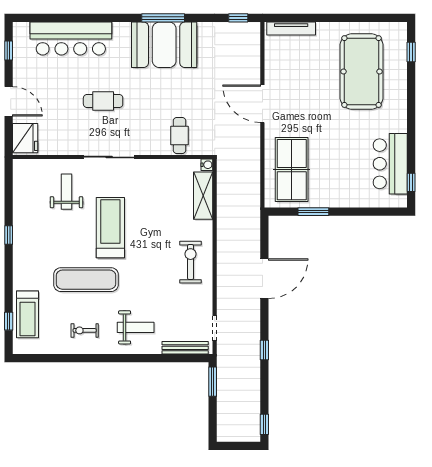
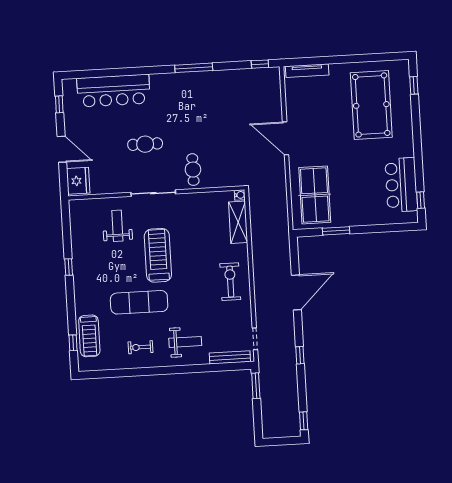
booth: (164, 45) -> (196, 91), removed
cafe table: (180, 136) -> (193, 170), moved

